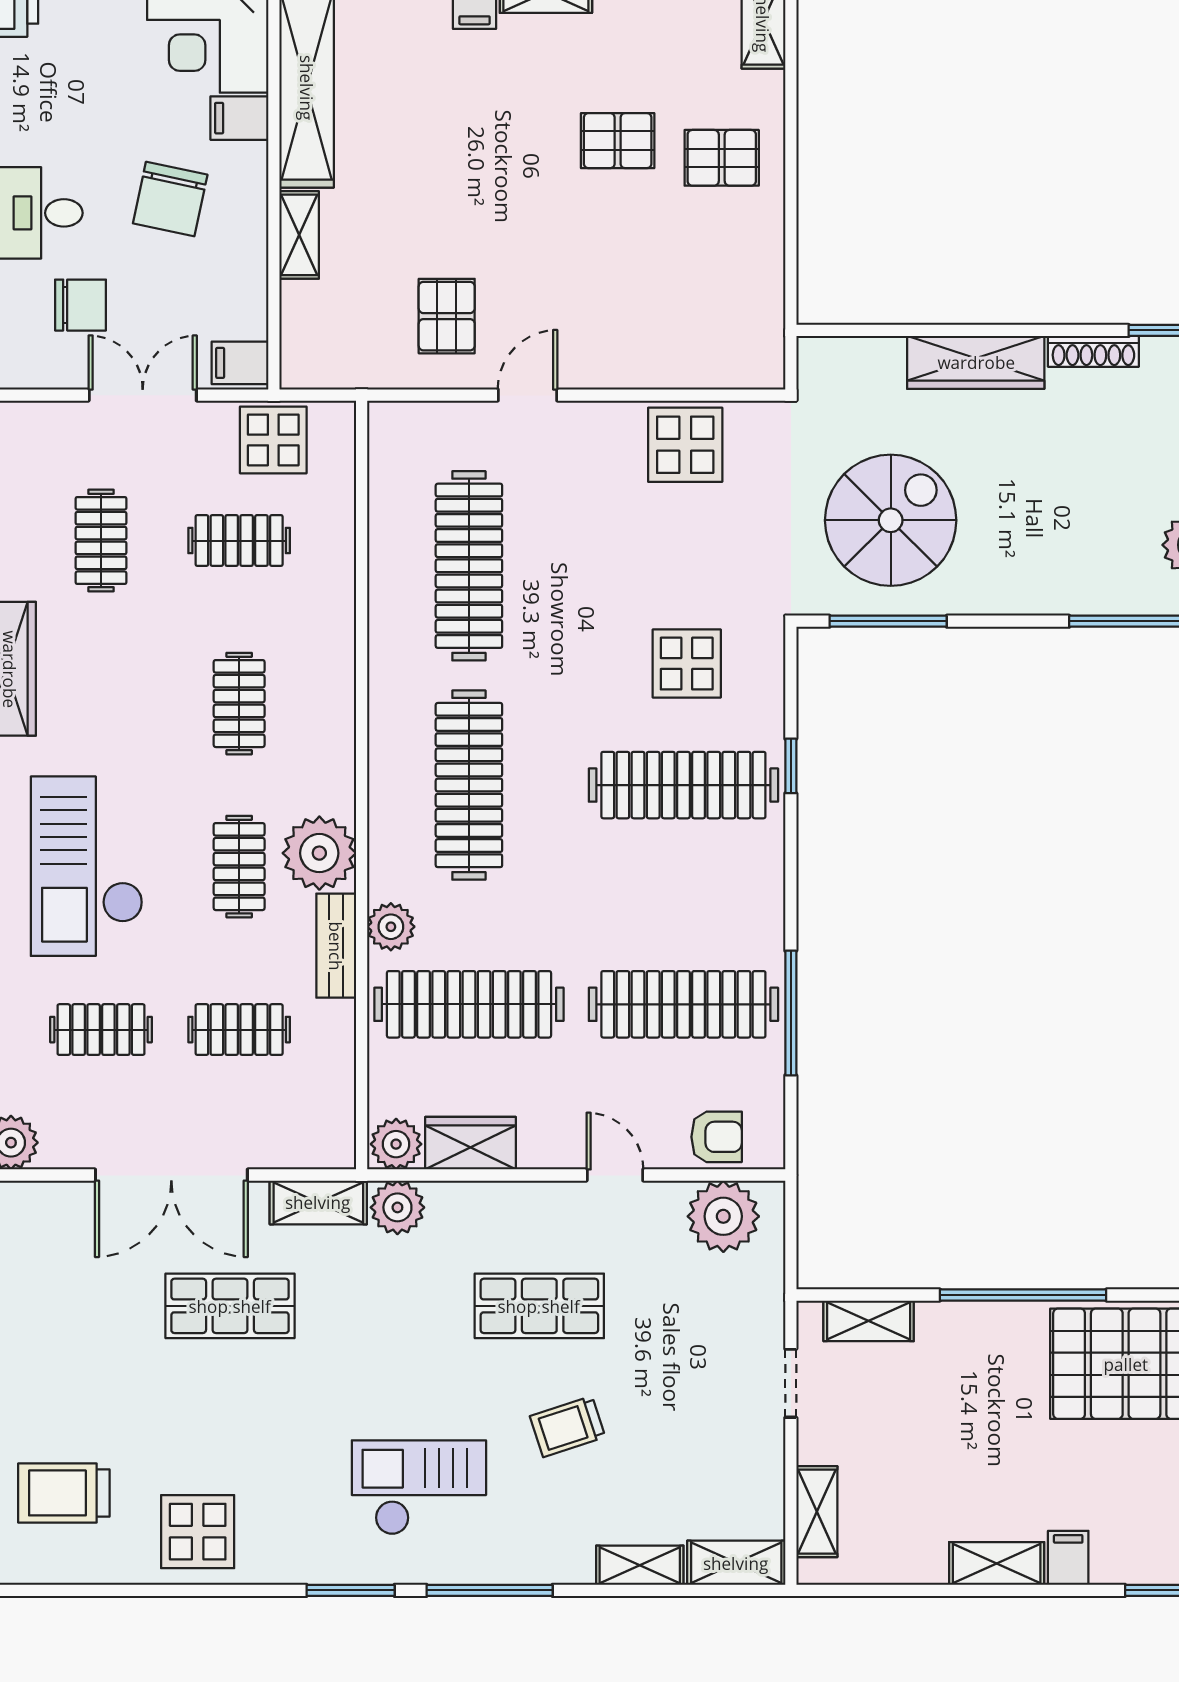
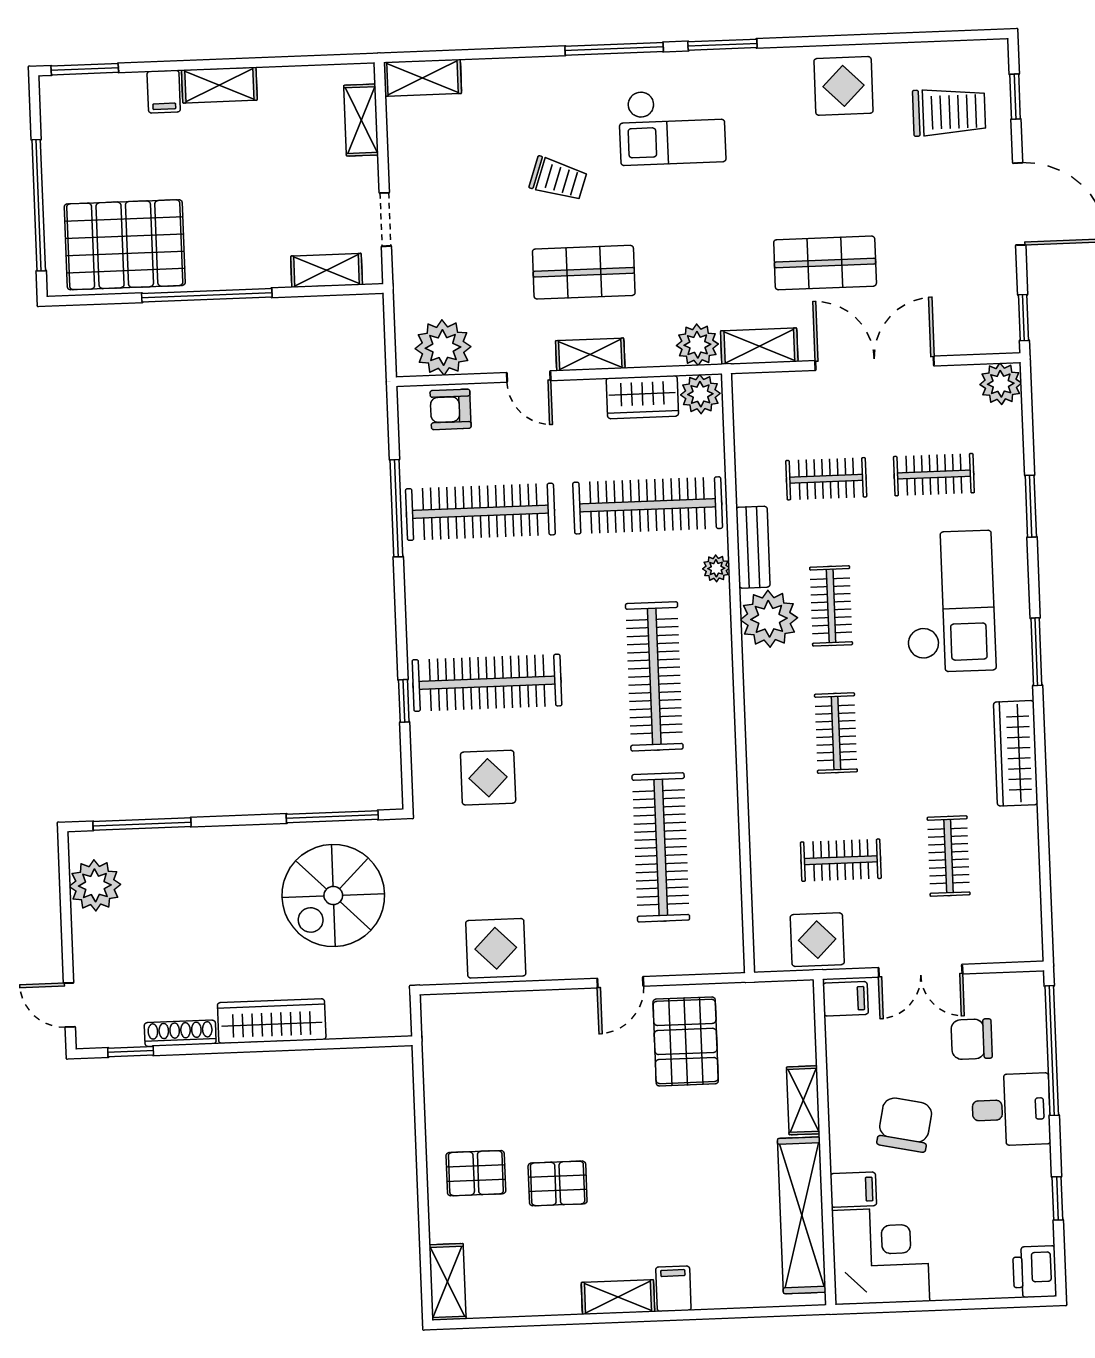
pallet: (447, 316) -> (686, 1041), width x1.50, depth x1.42
plant: (391, 927) -> (716, 568), width x0.73, depth x0.73
trolley: (568, 1427) -> (558, 179), turned 37
shelving: (640, 1565) -> (590, 355), moved

